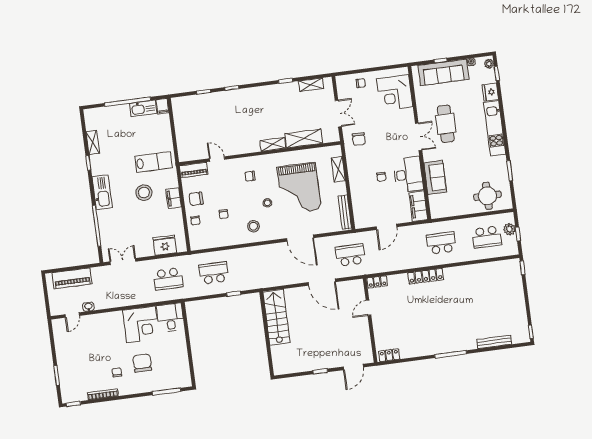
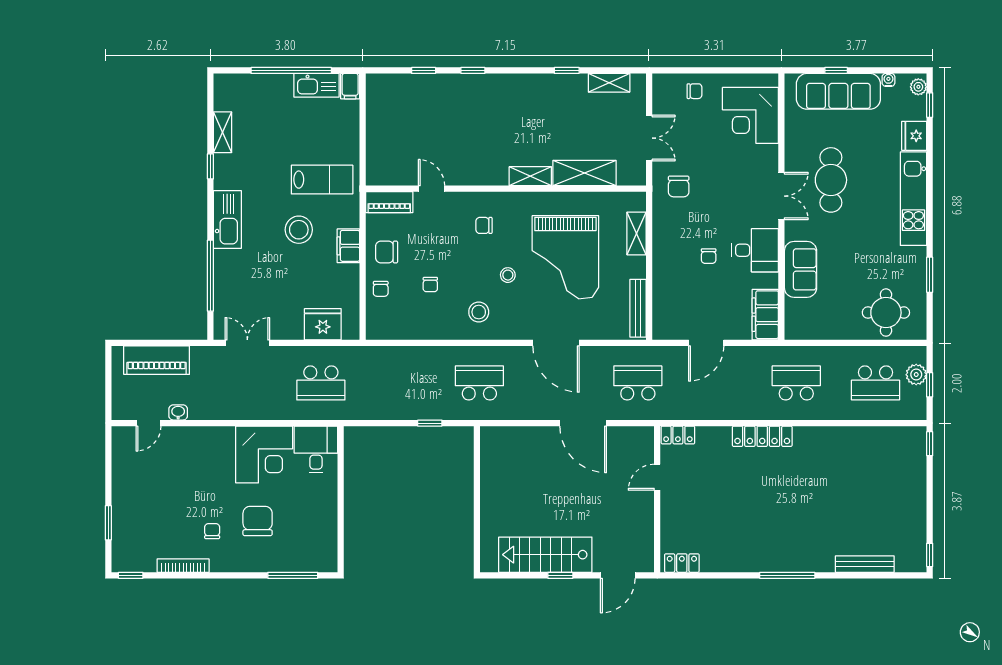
desk: (408, 175) -> (755, 250), width x0.73
school desk: (214, 273) -> (479, 383), moved
stairs: (276, 317) -> (545, 555), moved, turned -90

